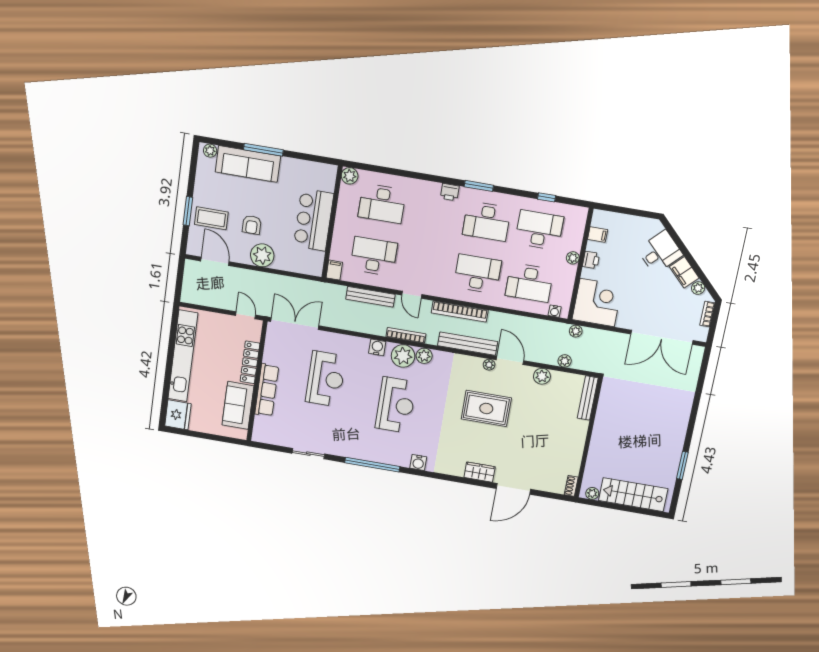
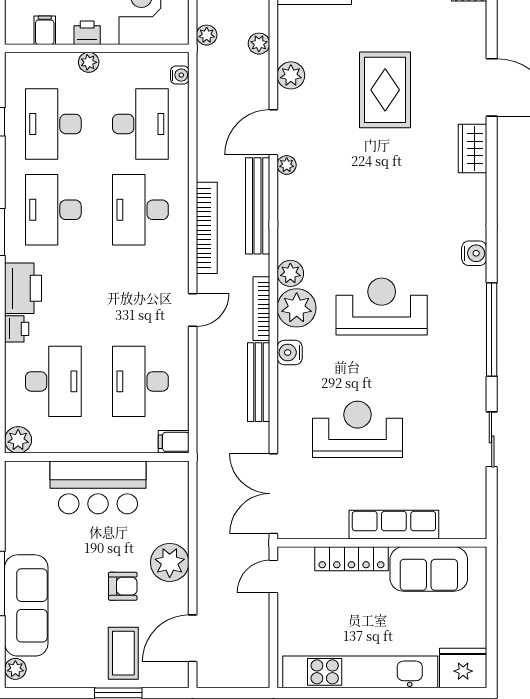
printer: (418, 186) -> (17, 329), added
printer: (450, 192) -> (23, 288), width x1.87, depth x1.48
desk: (487, 221) -> (53, 210), turned 180
bench: (370, 297) -> (259, 382), moved
rug: (486, 408) -> (385, 90), moved

